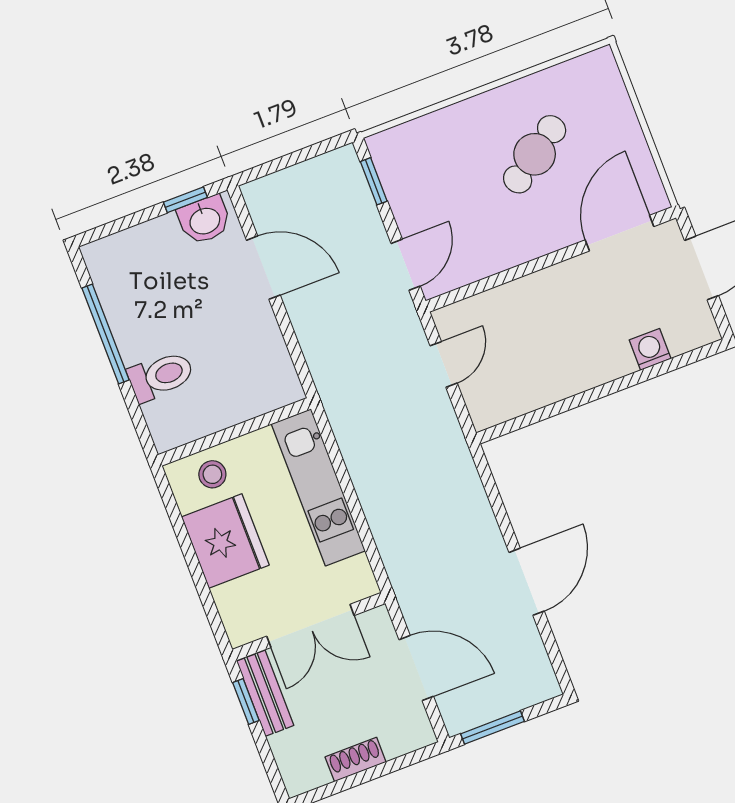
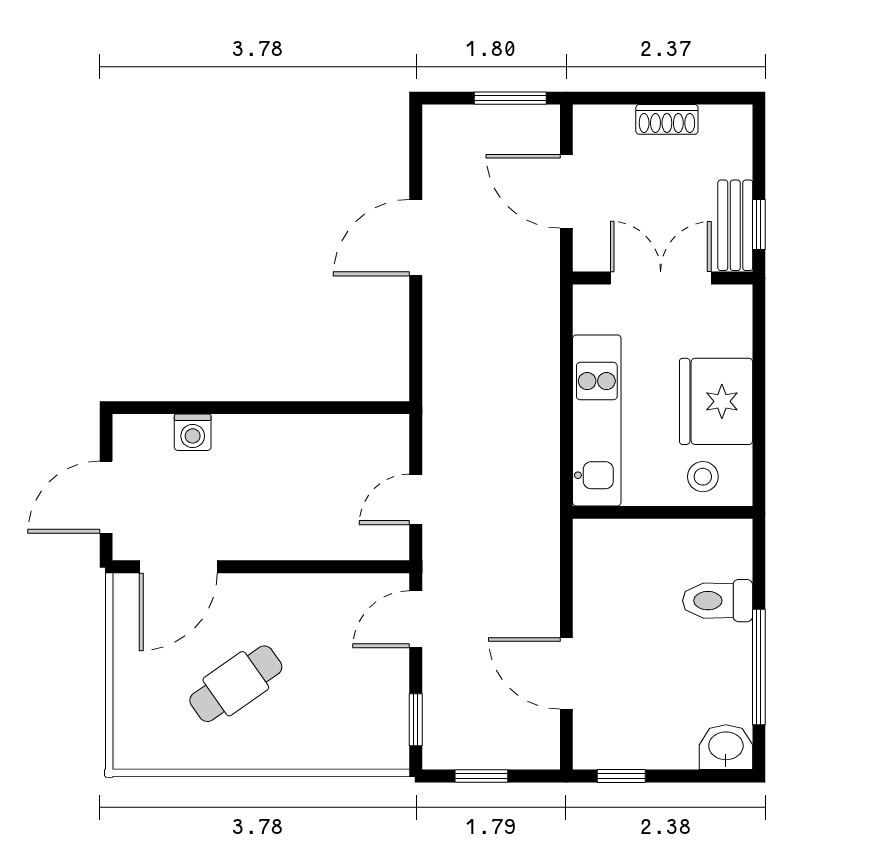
window: (301, 156) -> (481, 776), added
washbasin: (204, 220) -> (726, 747), moved

